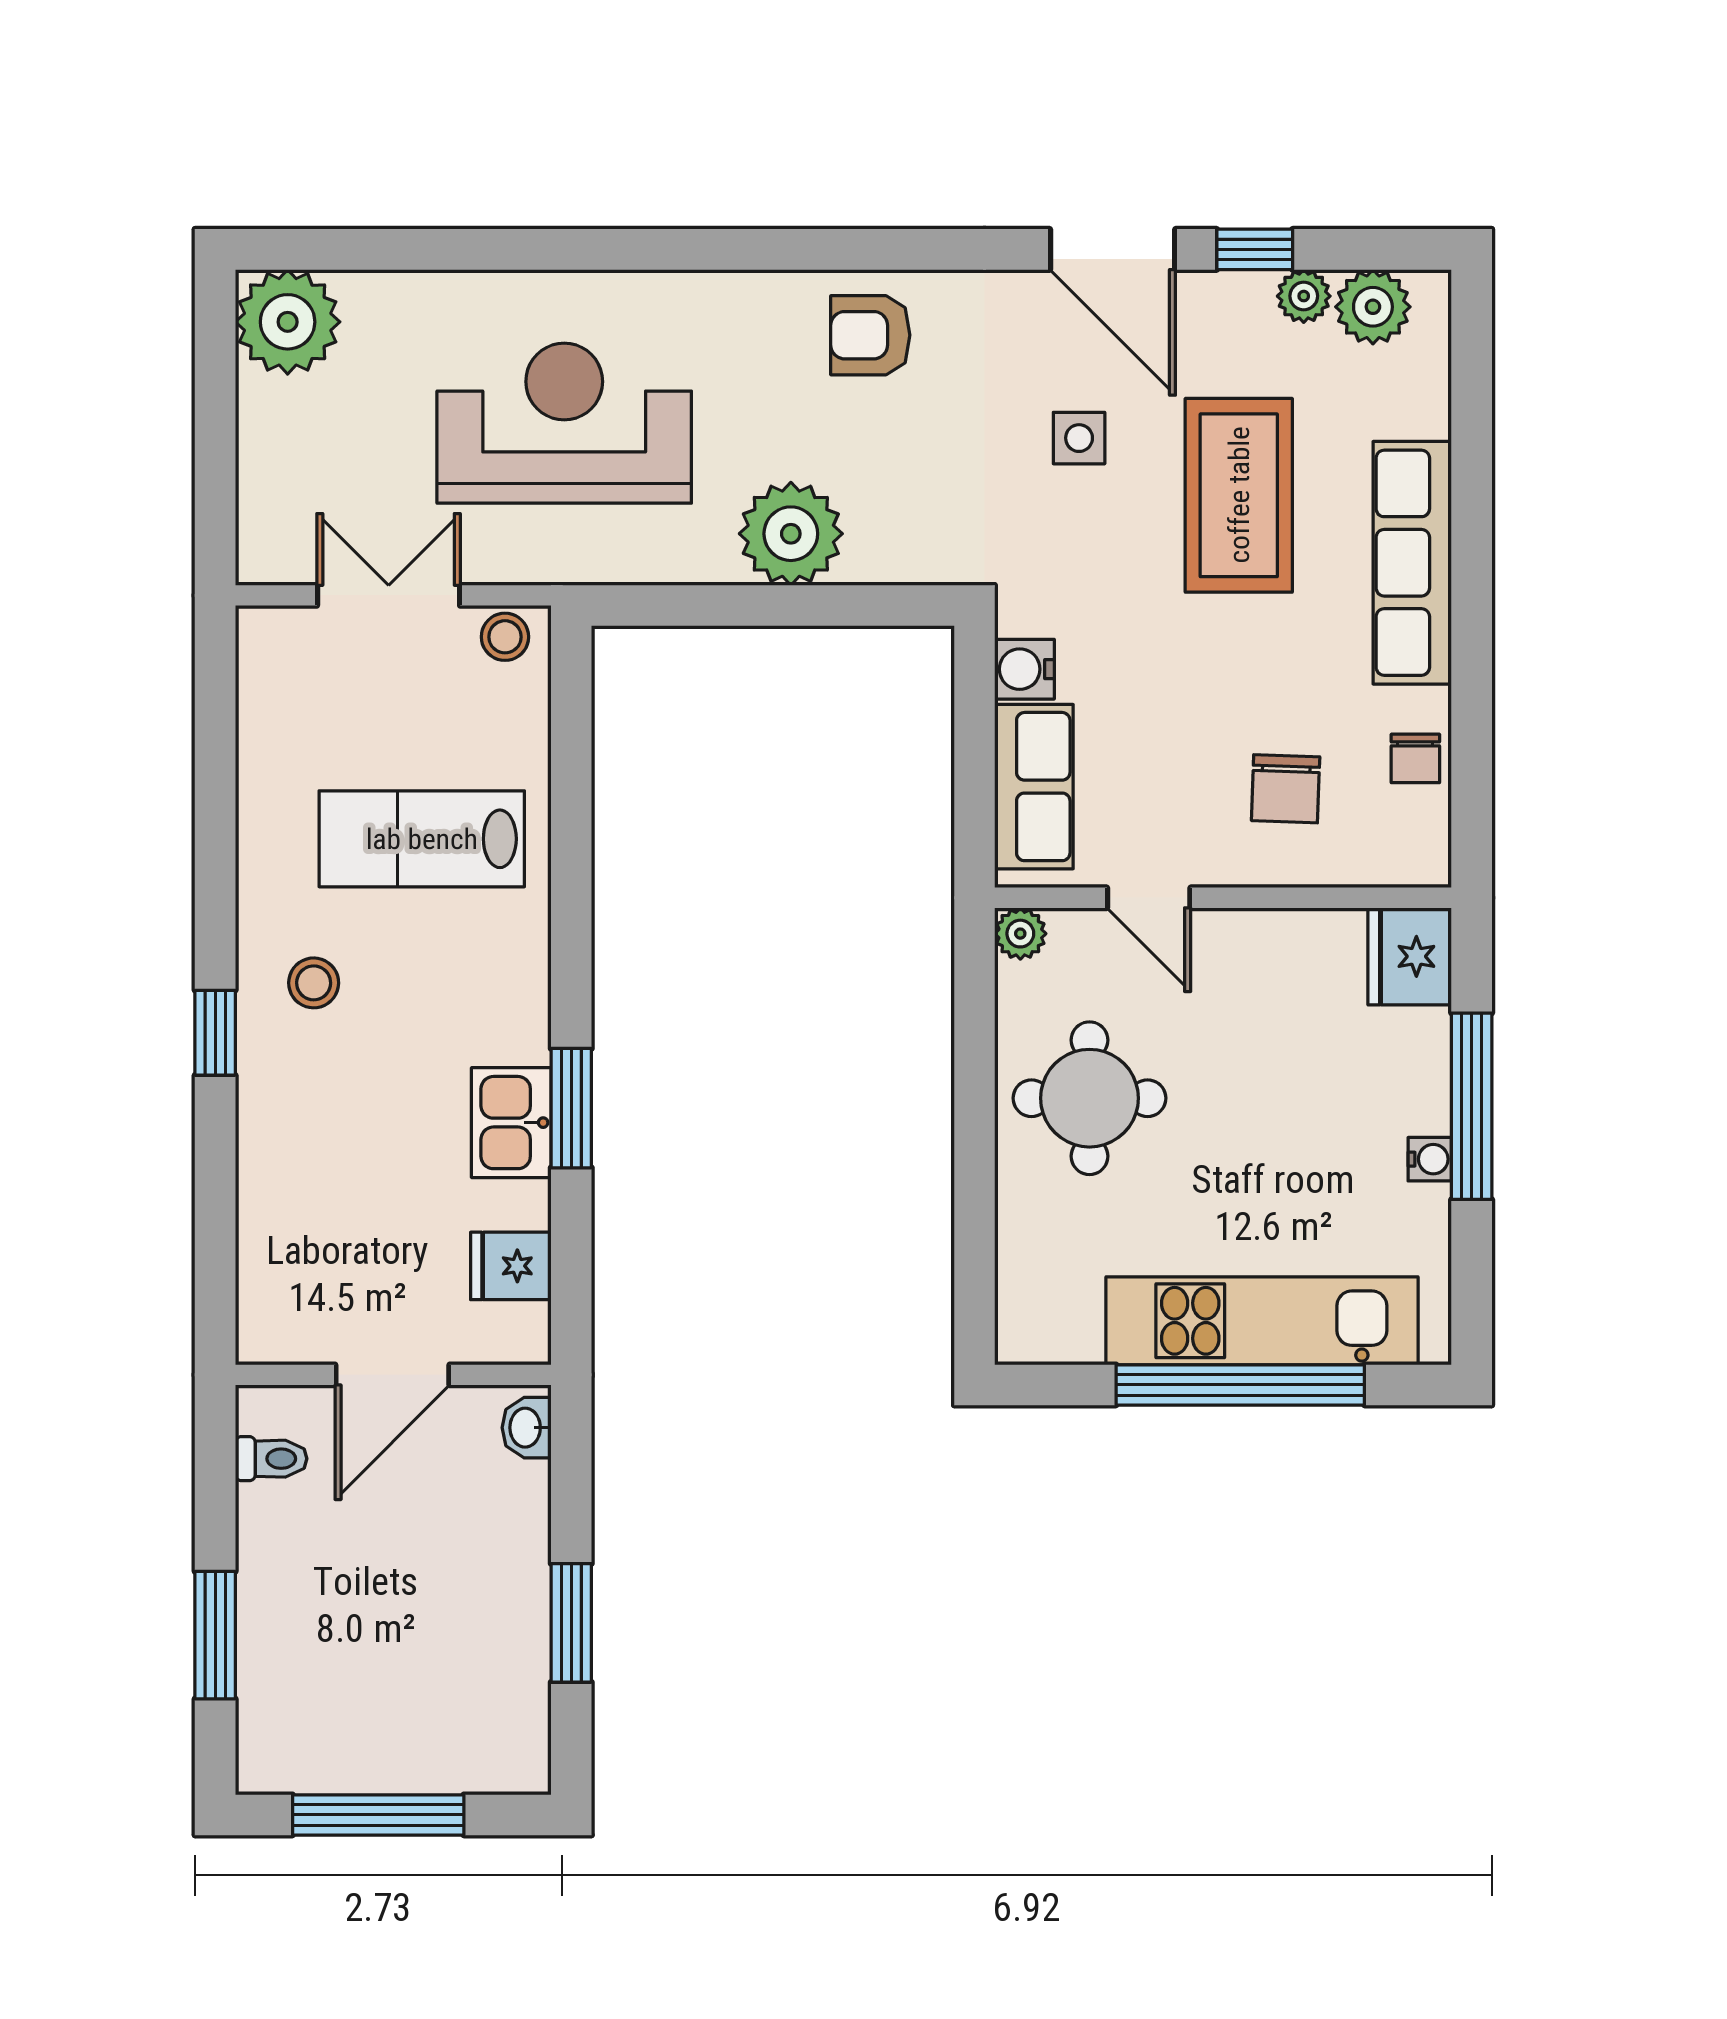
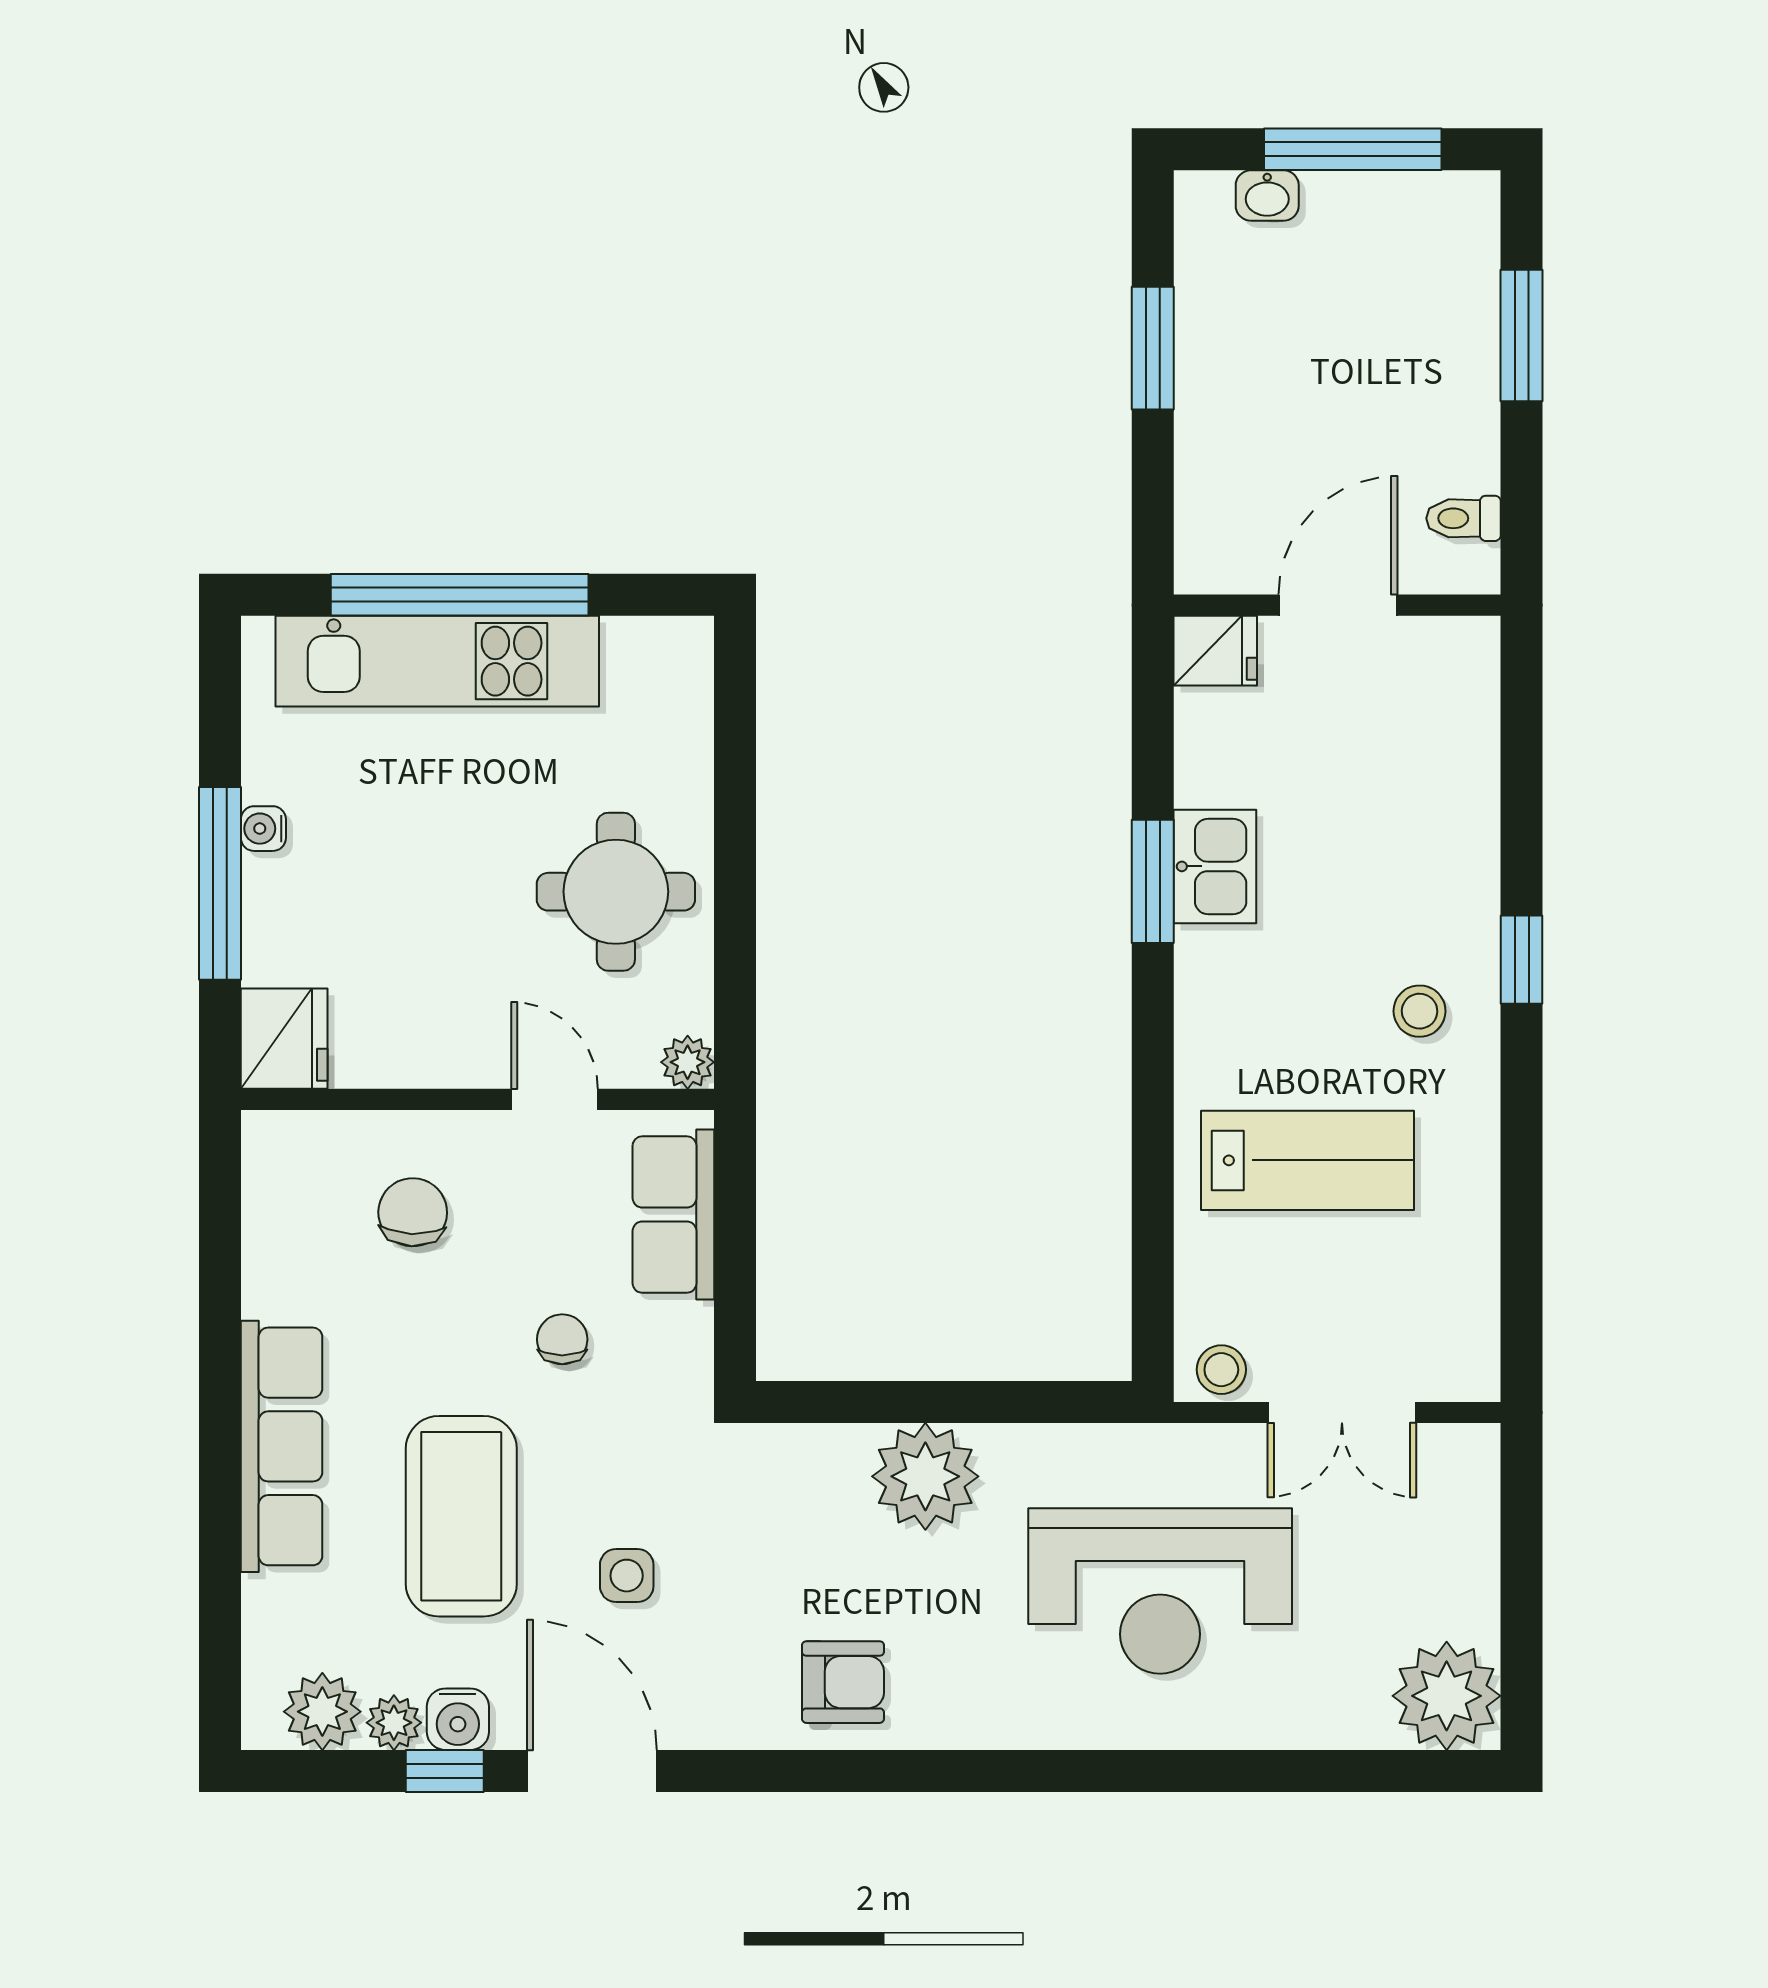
water cooler: (1024, 669) -> (458, 1719), moved, turned 90
chair: (1415, 758) -> (562, 1339), moved
fridge: (511, 1266) -> (1215, 651), moved
washbasin: (527, 1428) -> (1267, 196), moved, turned 90

